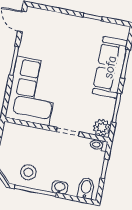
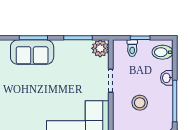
sofa: (110, 67) -> (32, 52), width x0.73
toilet: (99, 145) -> (132, 48), moved
stool: (28, 172) -> (140, 103), moved

